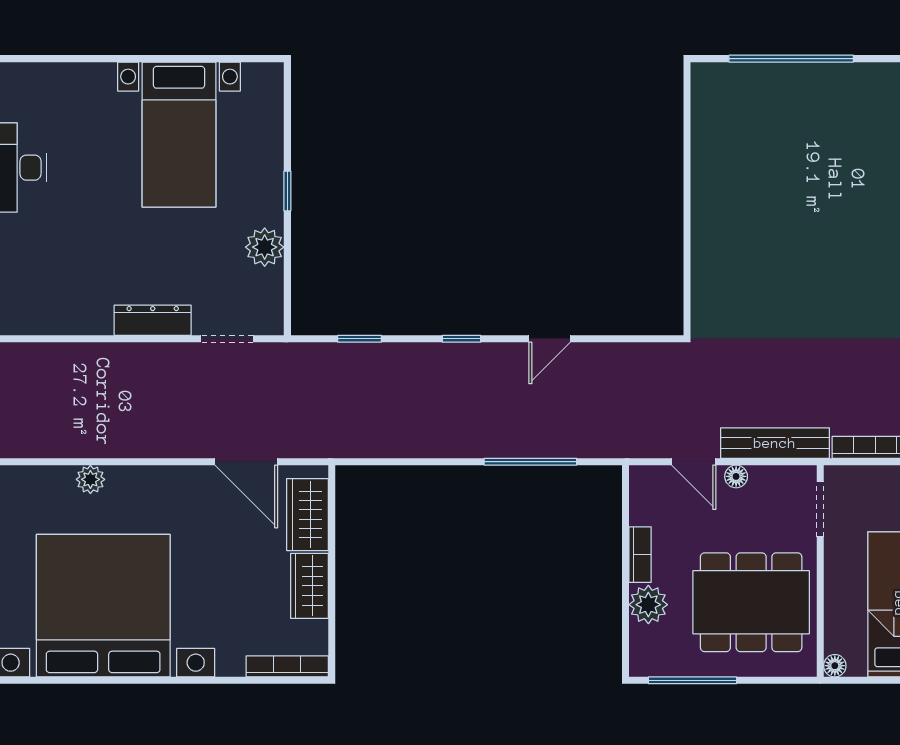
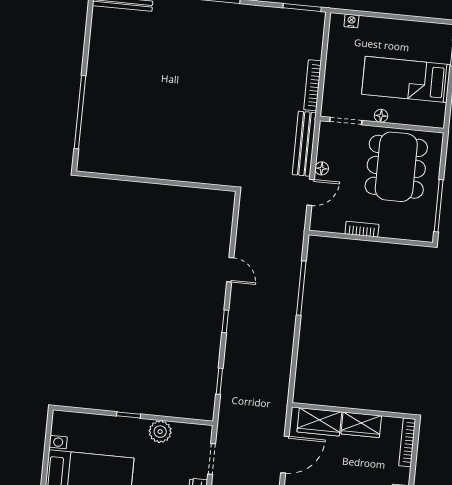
plant: (648, 605) -> (392, 227), removed
floor lamp: (835, 666) -> (381, 116), moved

